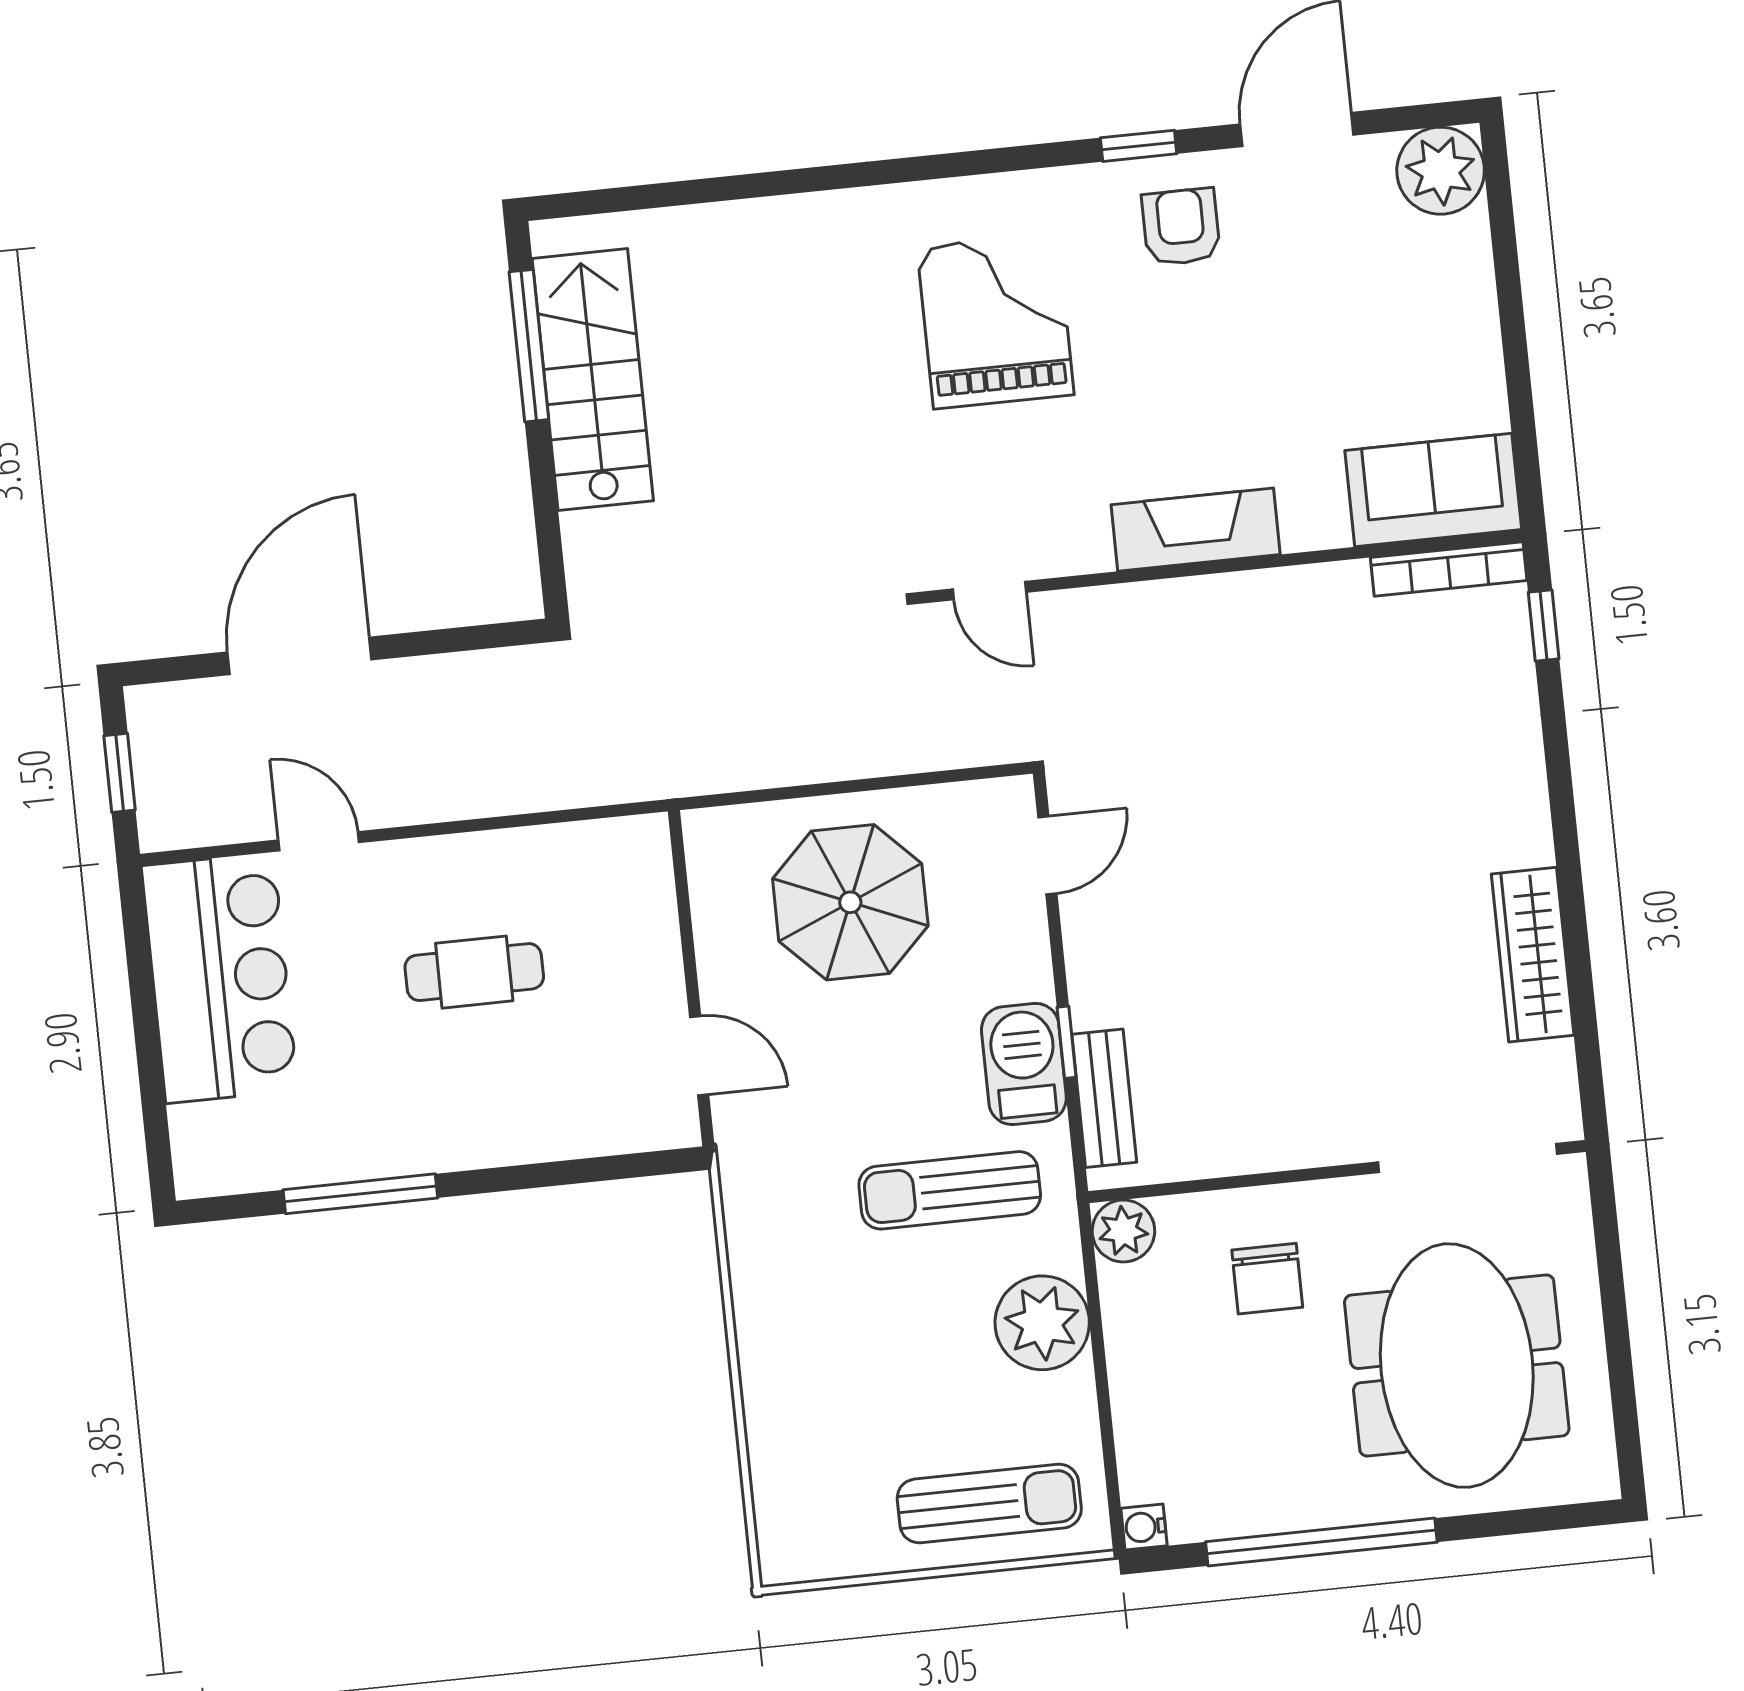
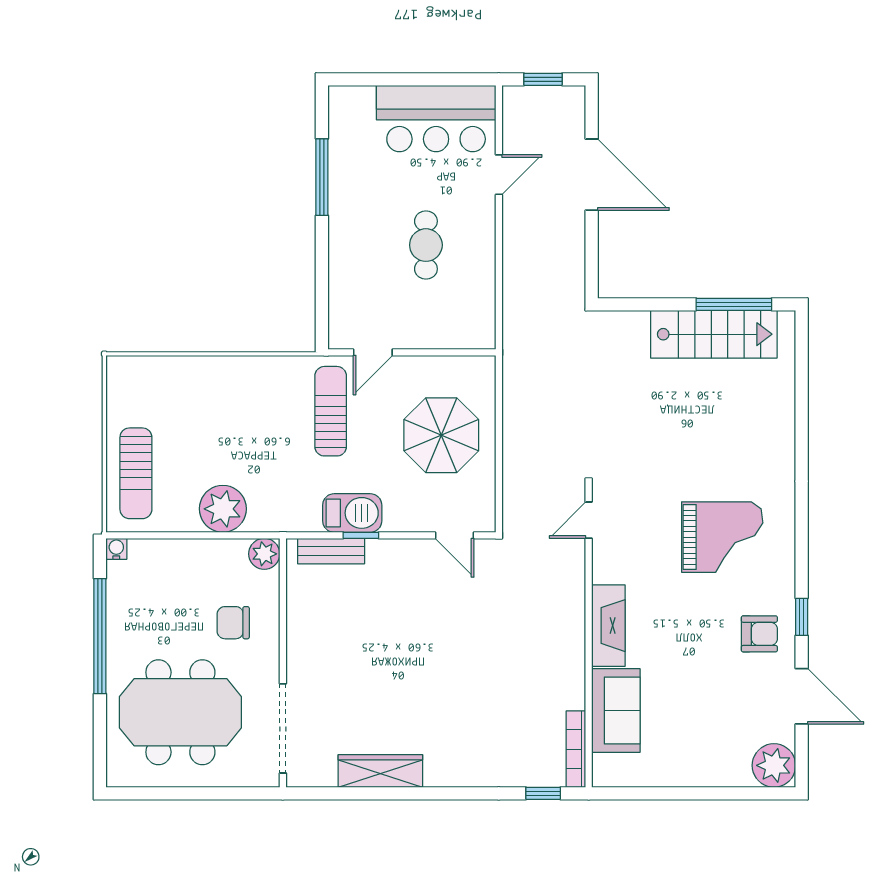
sofa: (1433, 490) -> (616, 710), moved
sun lounger: (950, 1190) -> (331, 411), moved

